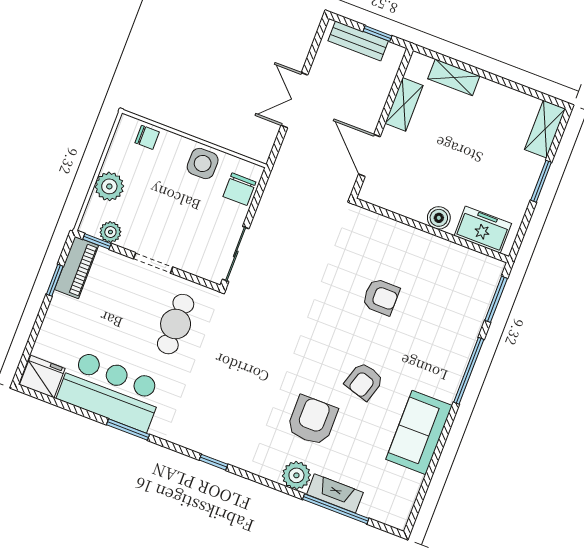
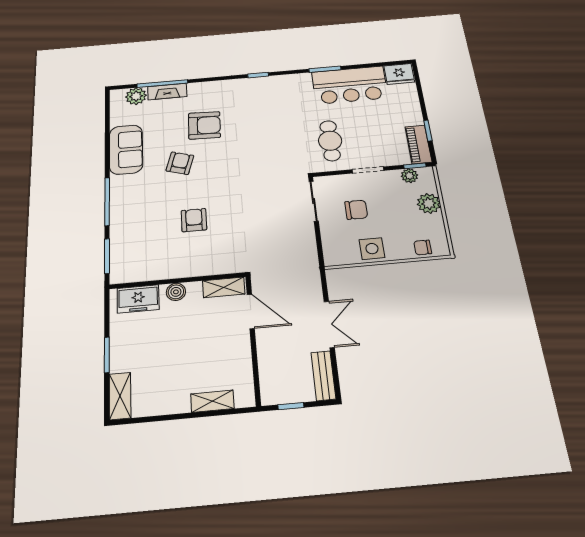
bench: (358, 41) -> (323, 376), moved, turned 90
shelving: (404, 104) -> (224, 287), moved, turned 90
chair: (239, 189) -> (356, 210), moved, turned 90
armchair: (381, 297) -> (194, 220), turned 90
armchair: (312, 420) -> (204, 125), turned -88
plant: (296, 475) -> (136, 96), moved

